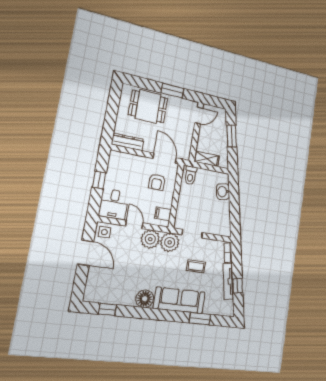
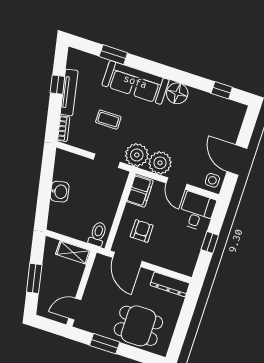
washbasin: (223, 192) -> (60, 192), moved
filing cabinet: (163, 214) -> (140, 191), width x2.00

